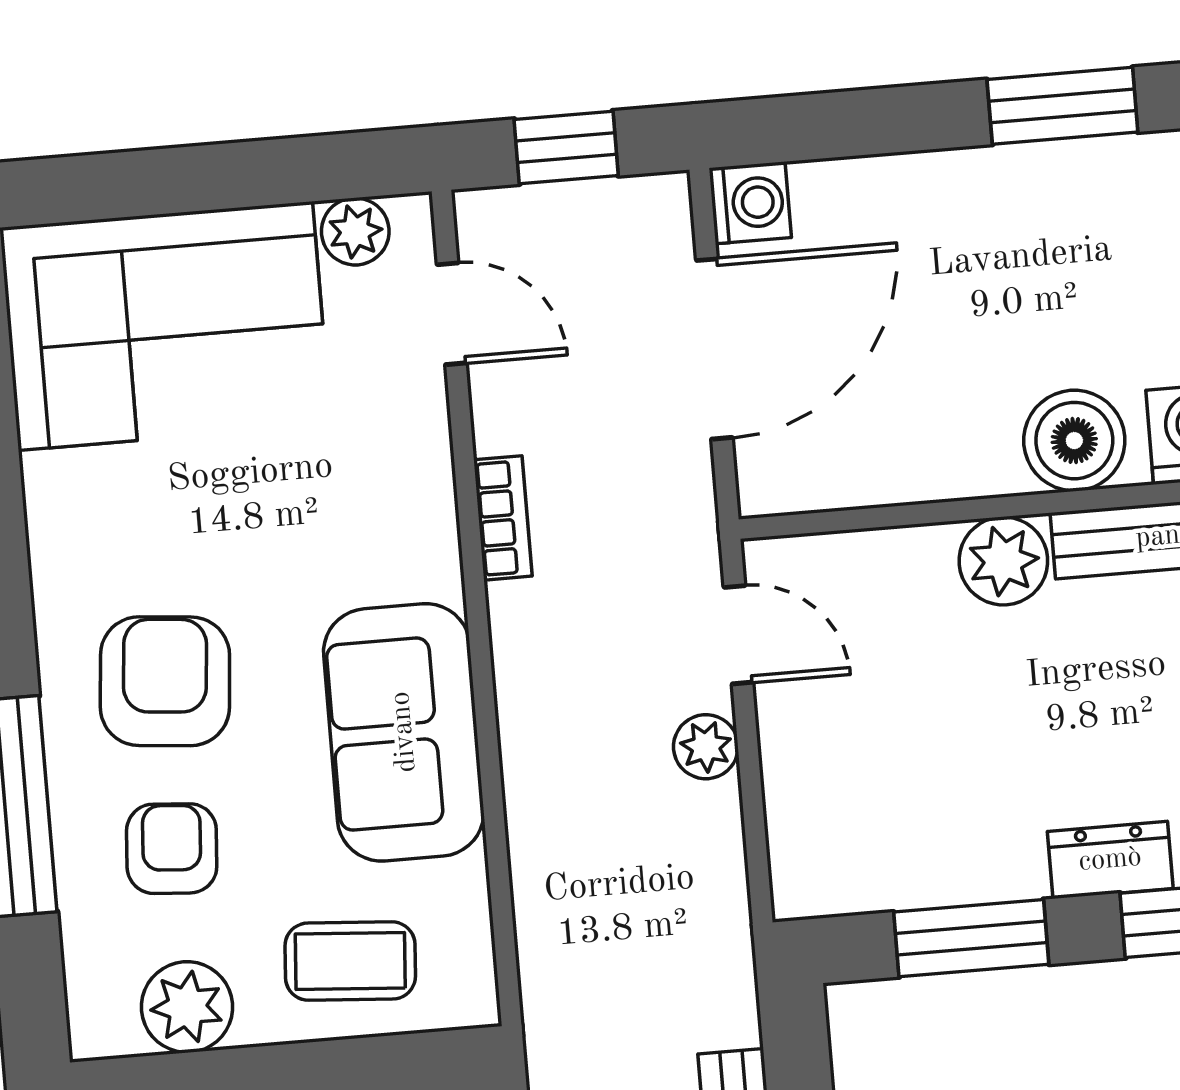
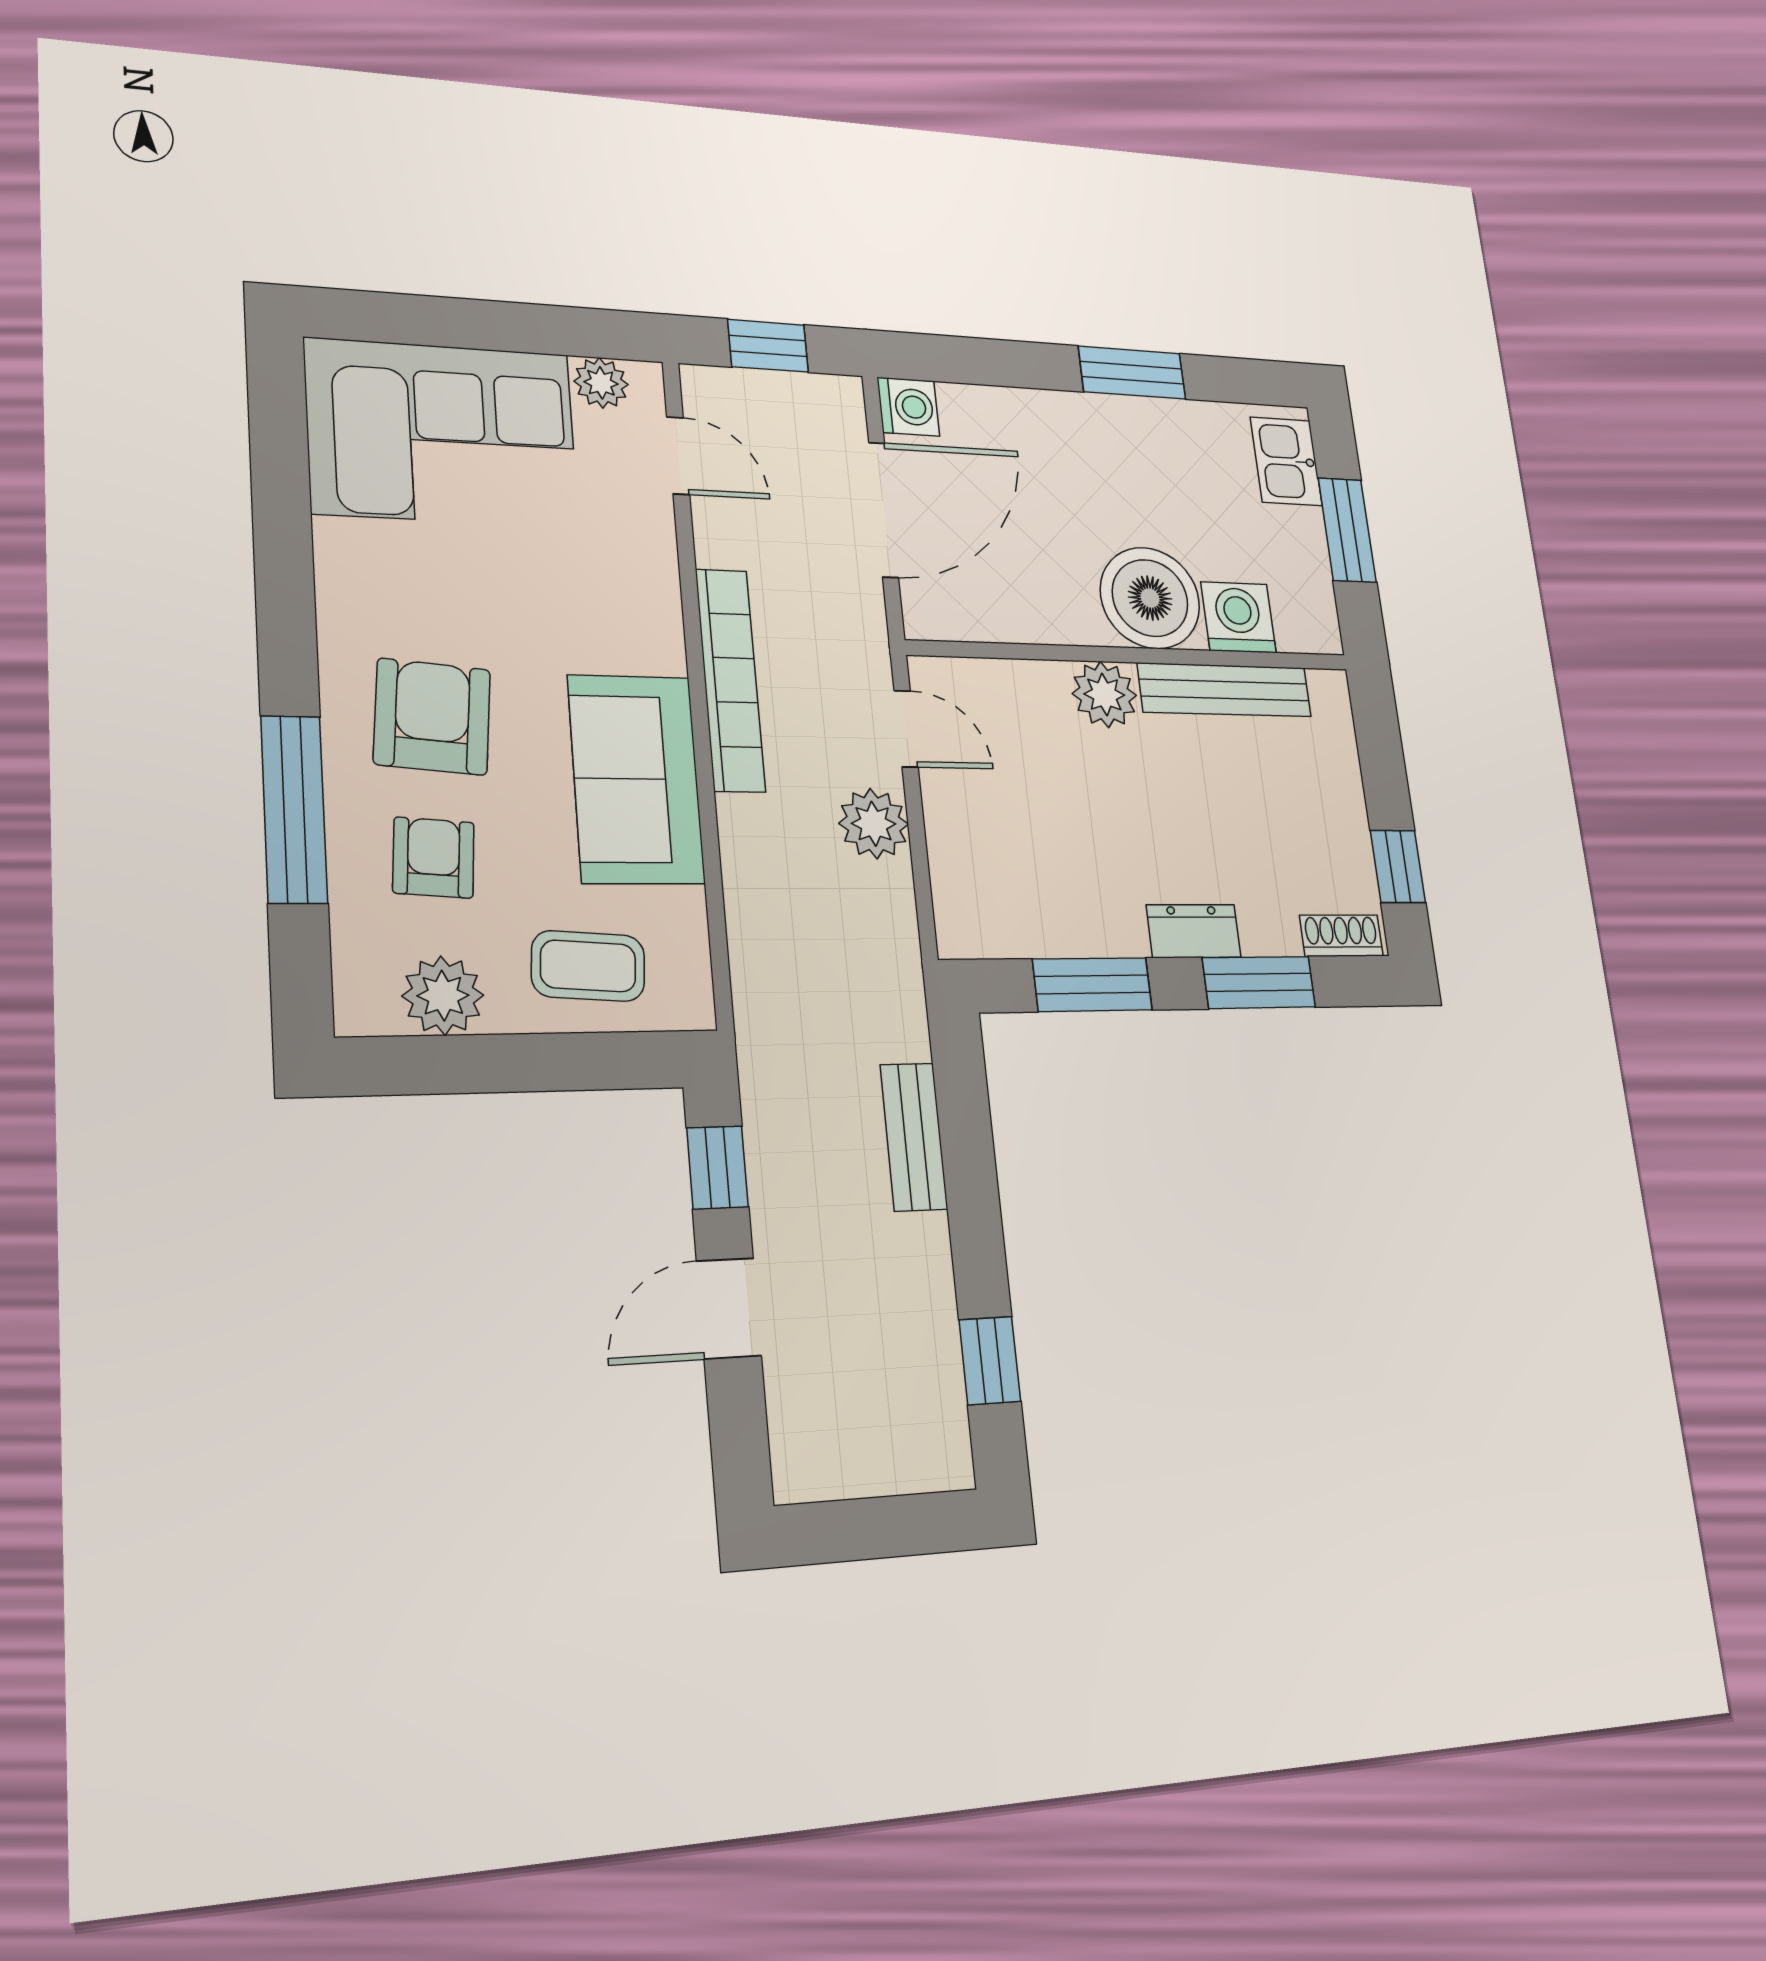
boiler: (1074, 441) -> (1150, 598), width x1.37, depth x1.37
bookcase: (503, 518) -> (730, 680), width x2.31, depth x1.31
plant: (706, 747) -> (874, 824), width x1.38, depth x1.38

